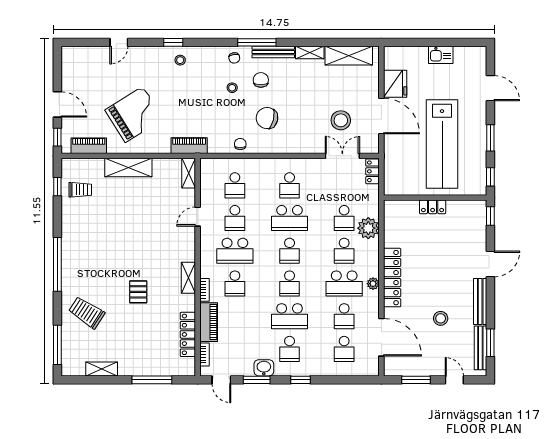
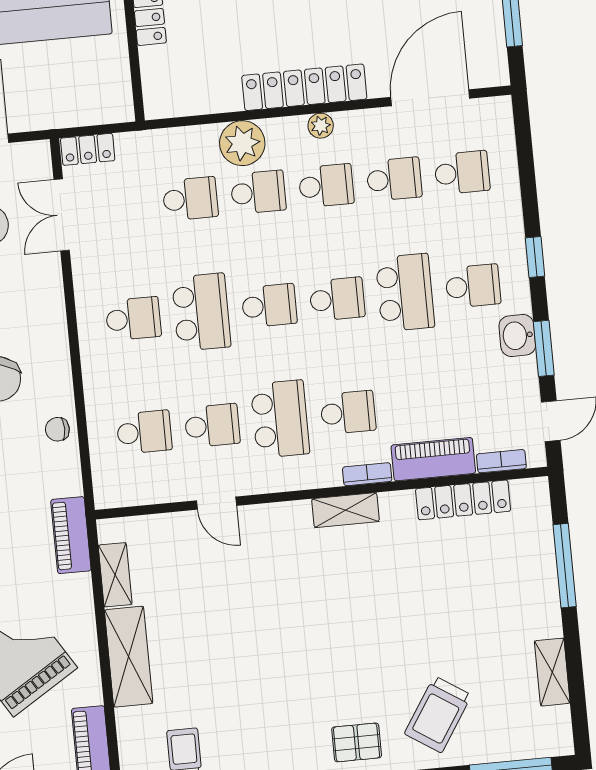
shelving: (189, 173) -> (115, 575), moved, turned 90
plant: (368, 228) -> (242, 143), moved
school desk: (344, 283) -> (326, 186), width x0.54
pallet: (138, 292) -> (357, 742), moved

